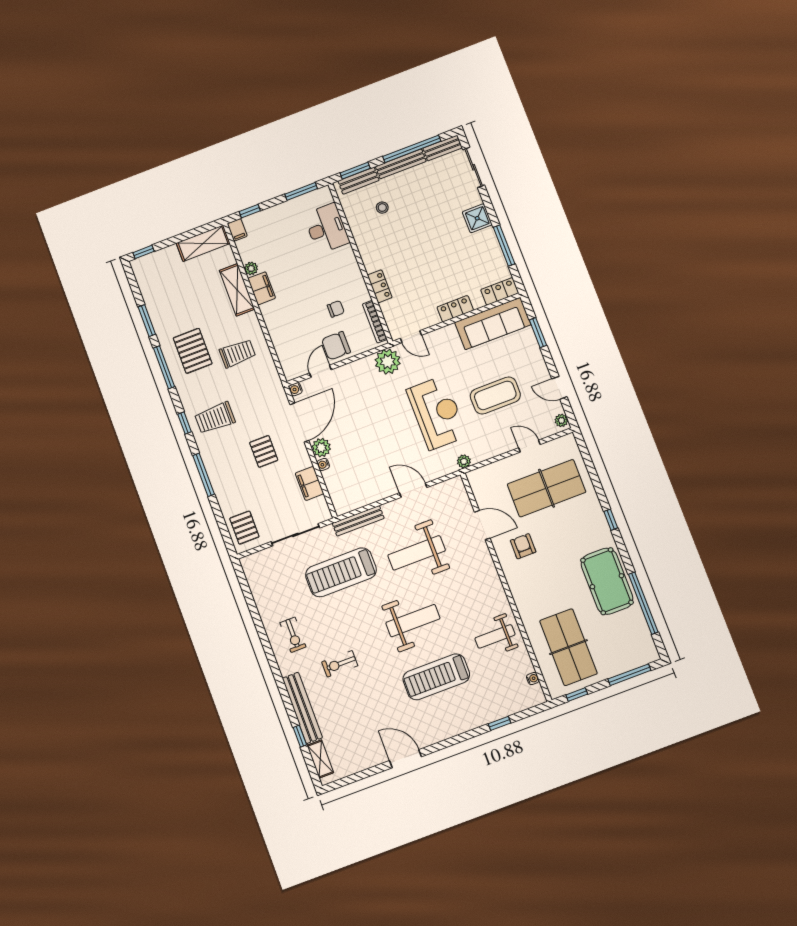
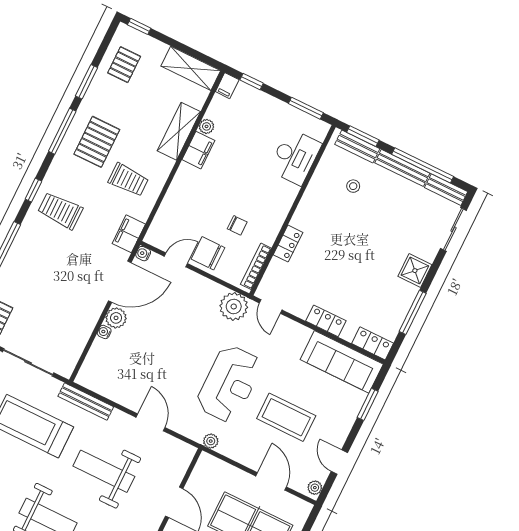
door: (529, 446) -> (271, 481), width x1.38
pallet: (264, 451) -> (124, 65), moved
filing cabinet: (310, 483) -> (129, 234), moved

